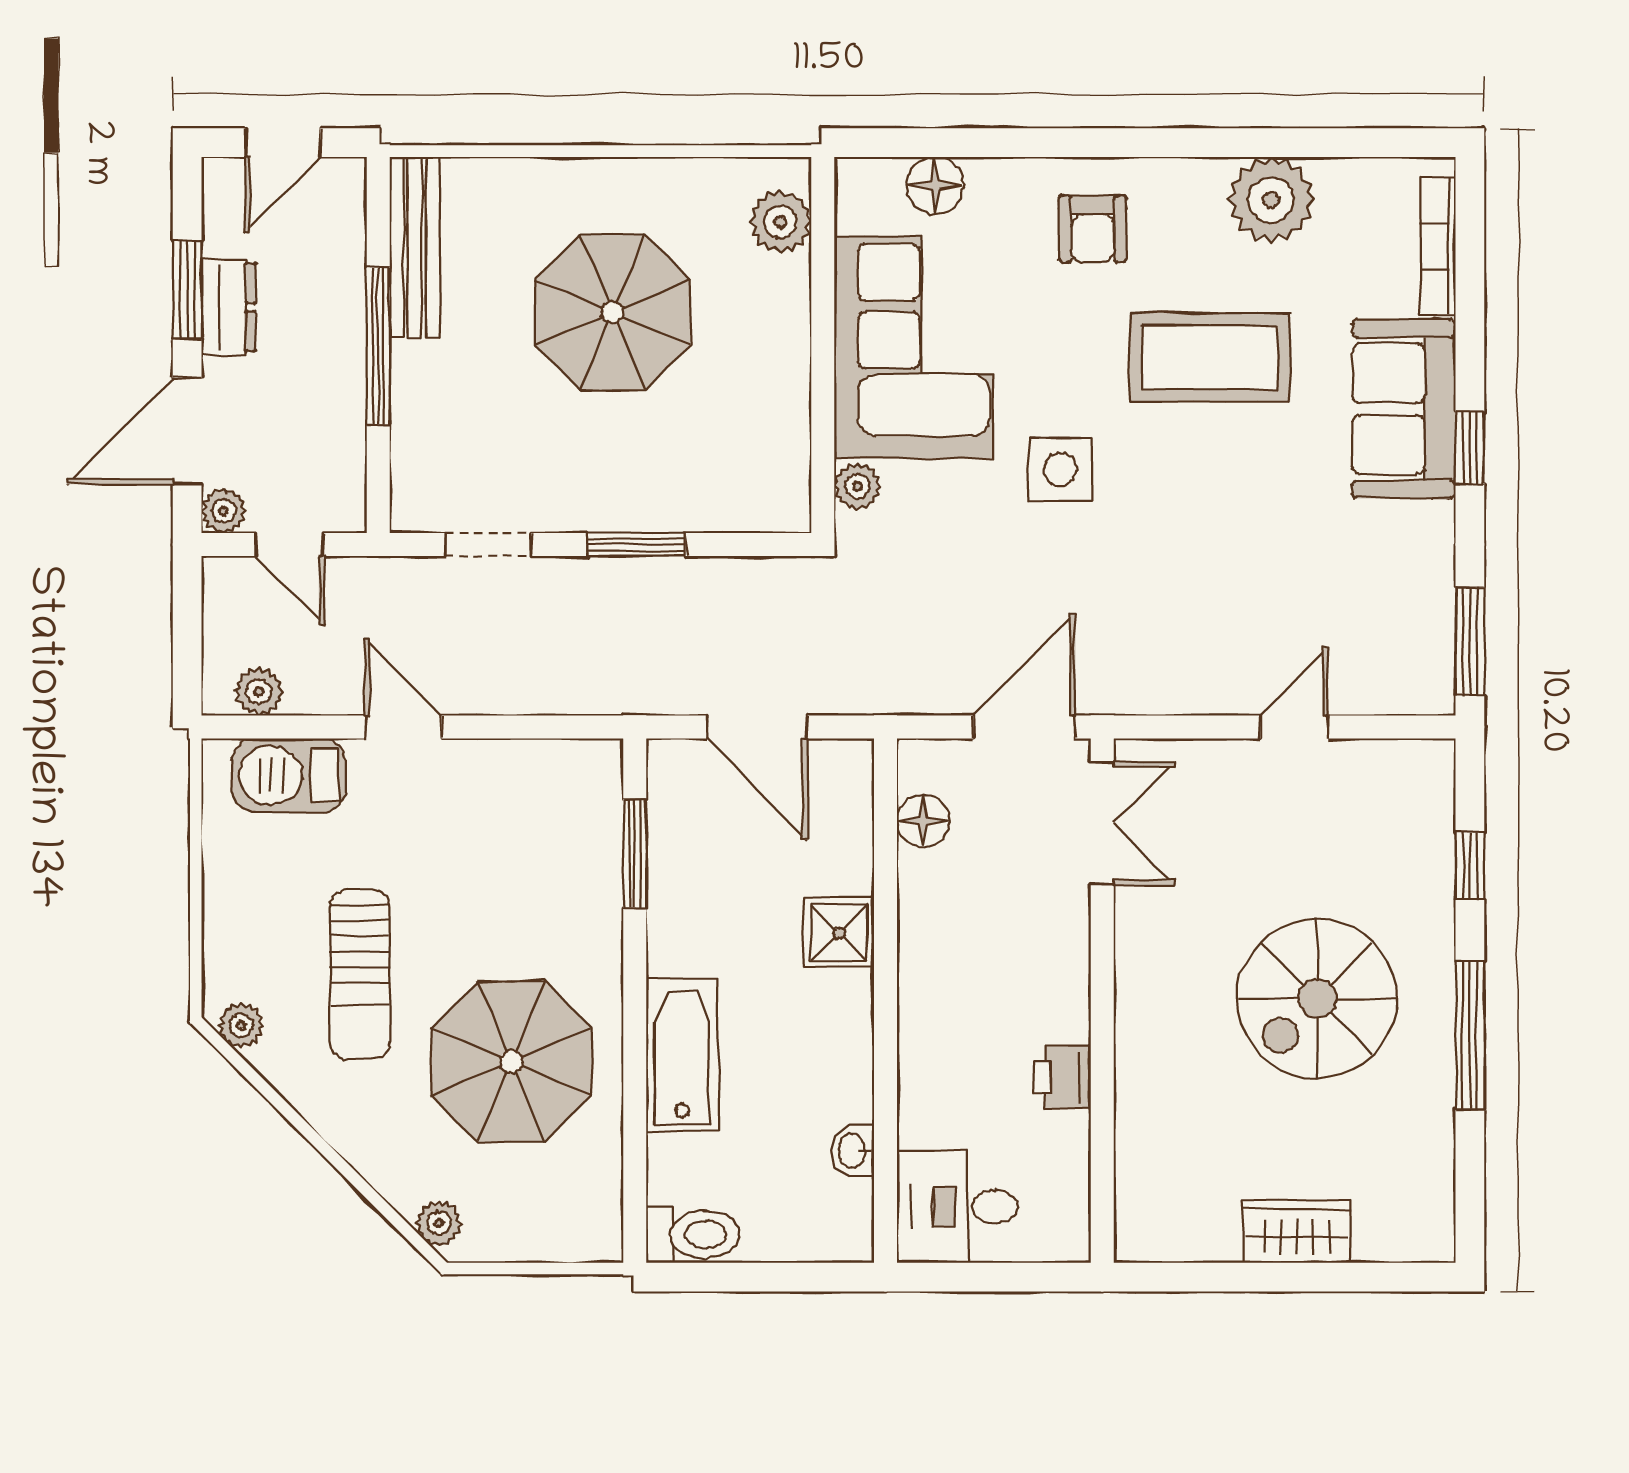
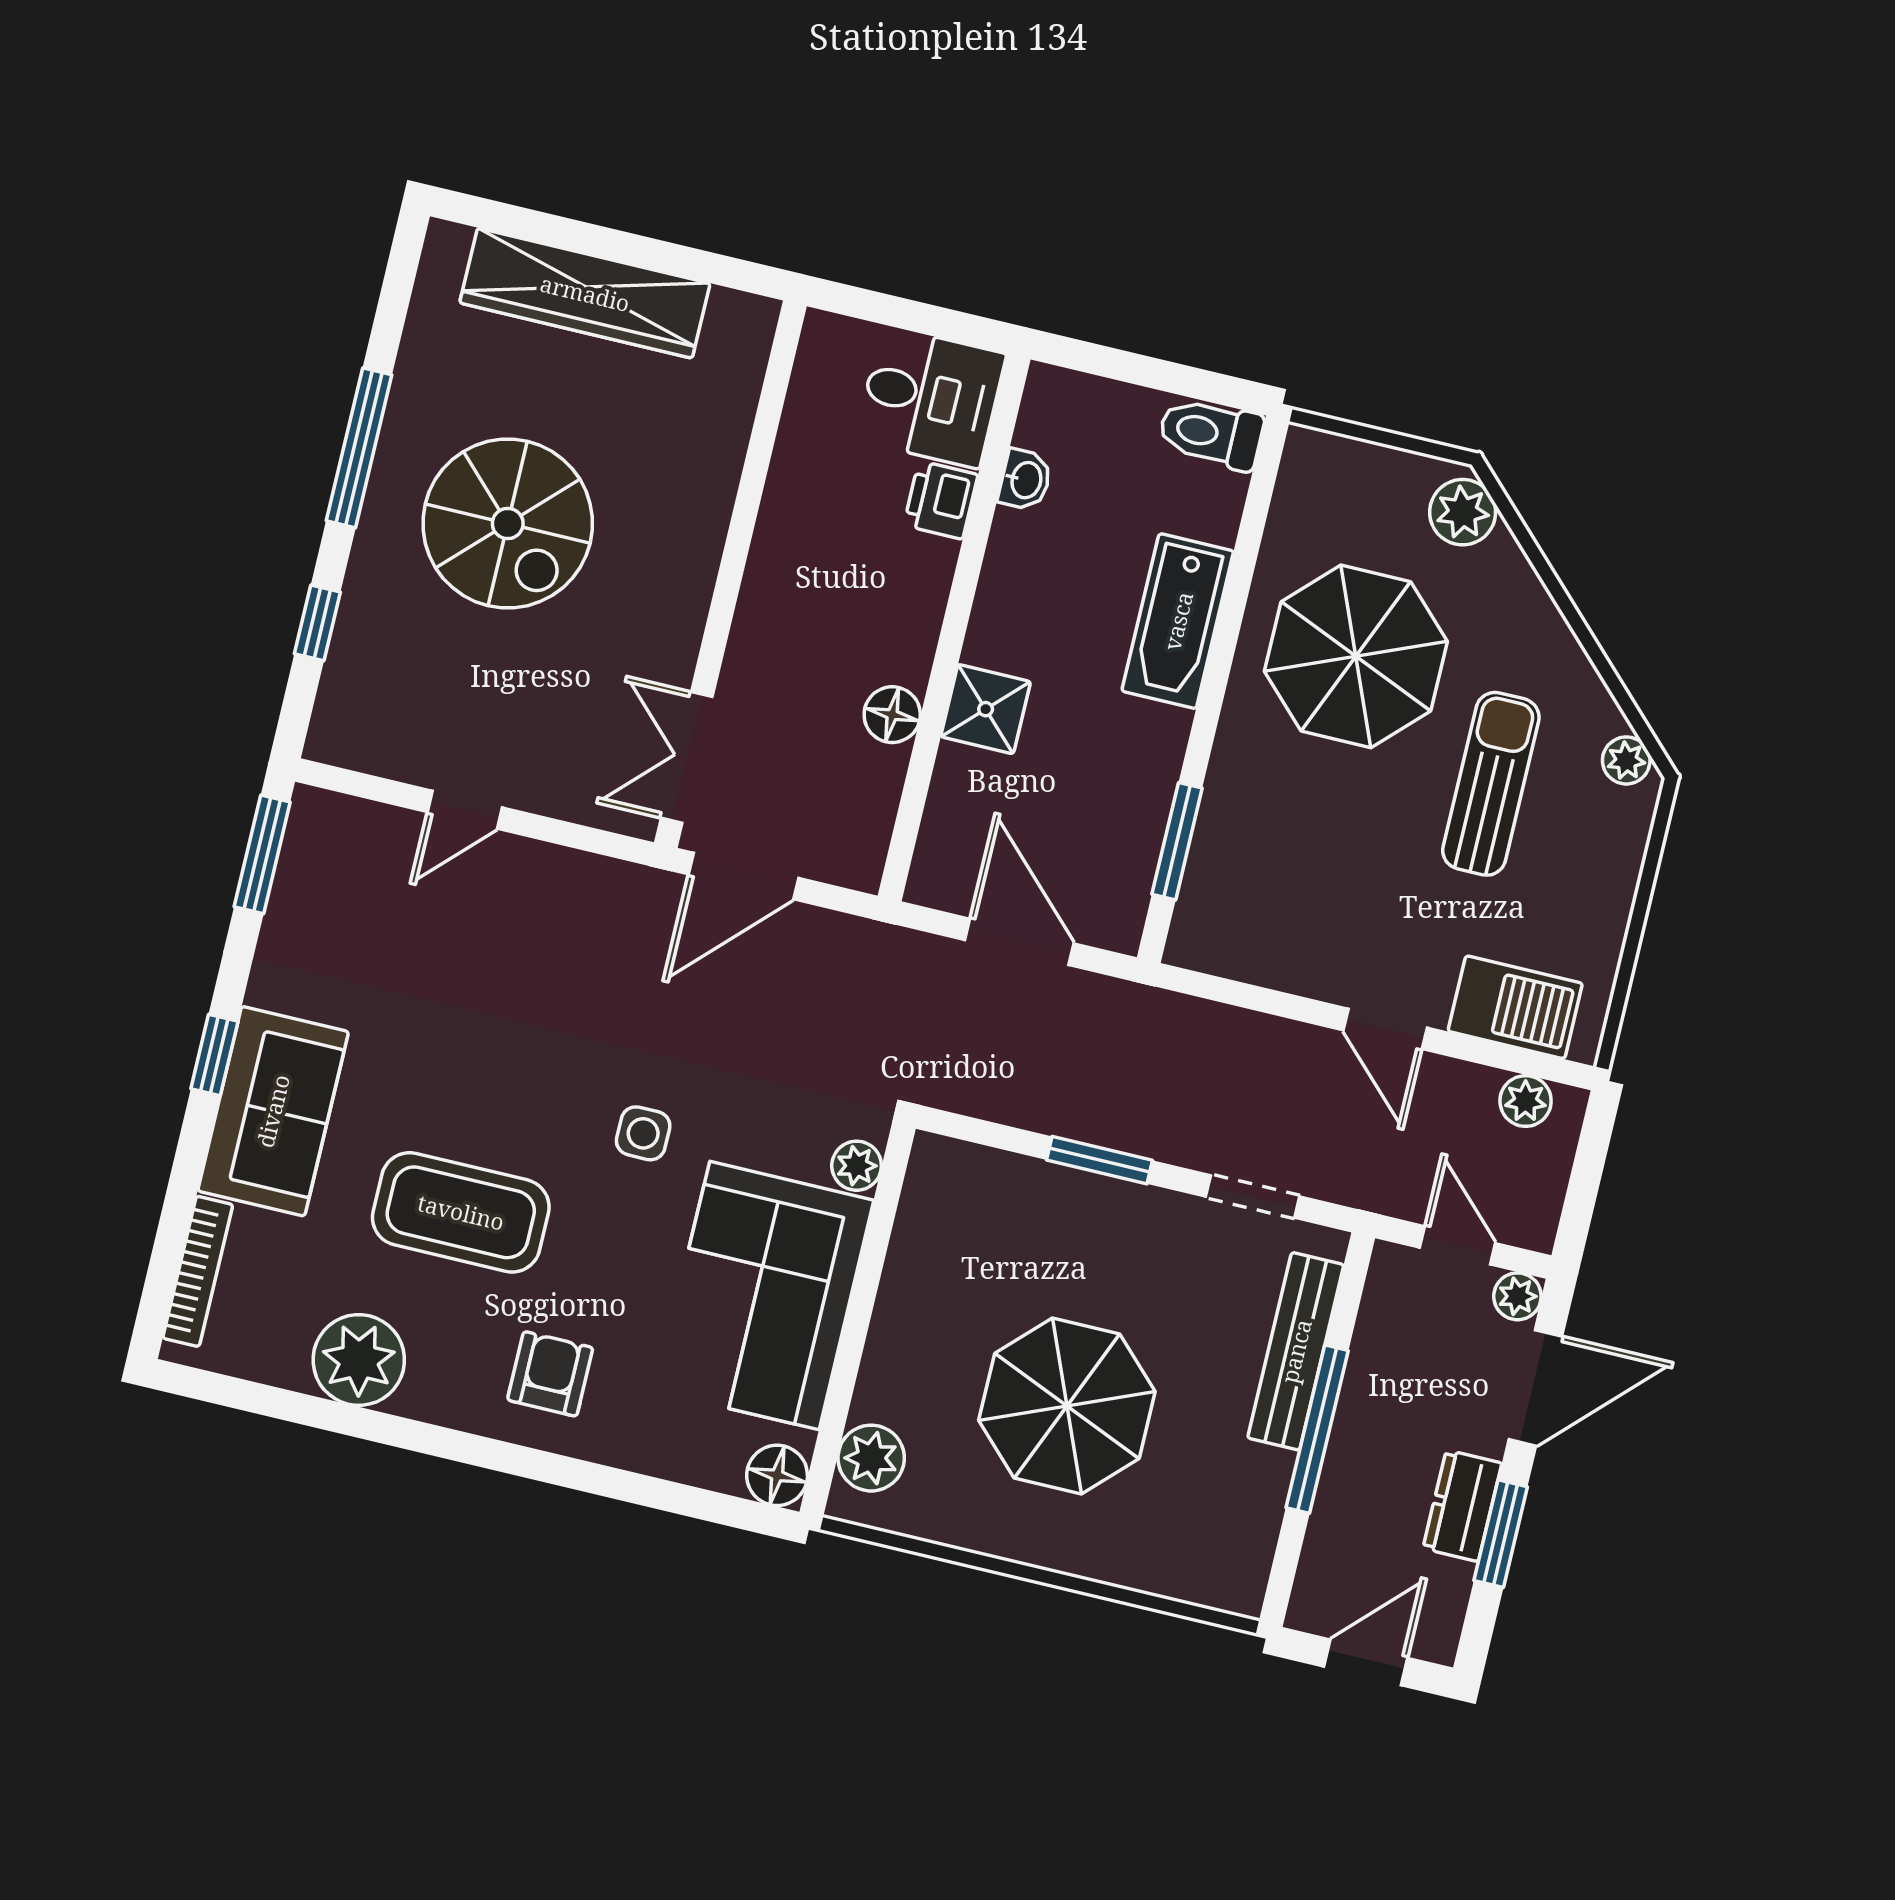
floor lamp: (935, 185) -> (777, 1475), moved
bench: (415, 247) -> (1296, 1351), moved
side table: (1060, 469) -> (643, 1133), width x0.73, depth x0.73
floor lamp: (923, 821) -> (892, 715), moved
spiral stairs: (1317, 998) -> (508, 524), turned 90
printer: (1062, 1077) -> (941, 500), moved, turned 180
plant: (439, 1223) -> (1463, 512), width x1.38, depth x1.38
wardrobe: (1297, 1232) -> (585, 293), width x2.10, depth x1.17

